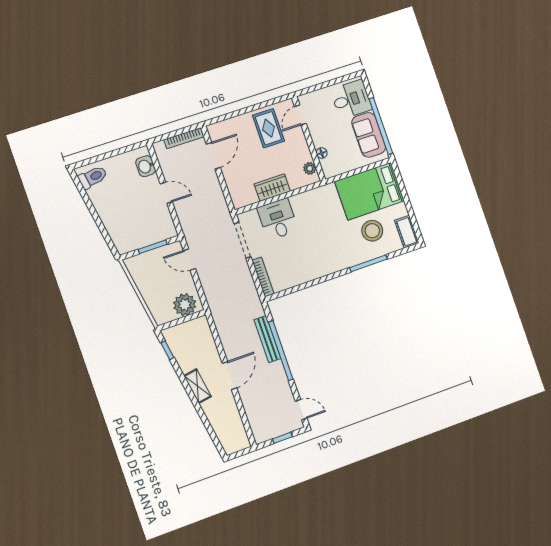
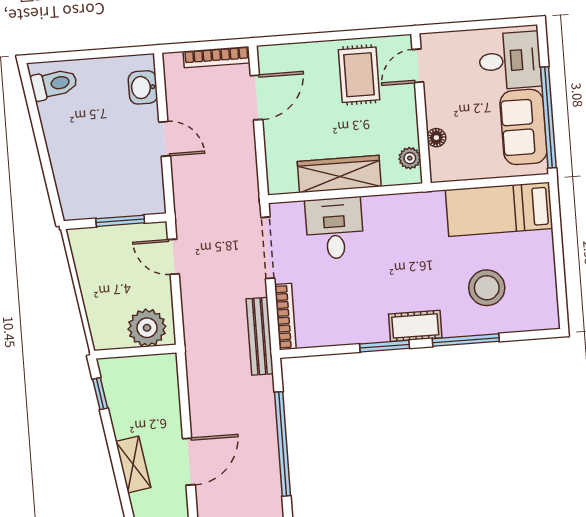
wardrobe: (272, 188) -> (339, 174), width x1.50
bed: (370, 191) -> (499, 209), width x0.67
cot: (407, 232) -> (415, 326), moved, turned 90
window: (324, 279) -> (385, 346), added
bench: (267, 339) -> (260, 336), moved

